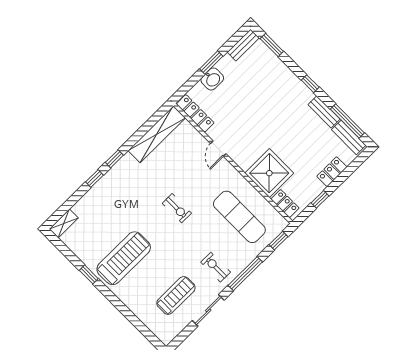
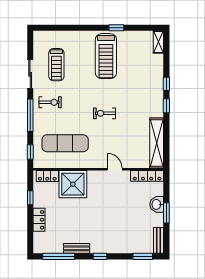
bench: (349, 137) -> (49, 248), removed

